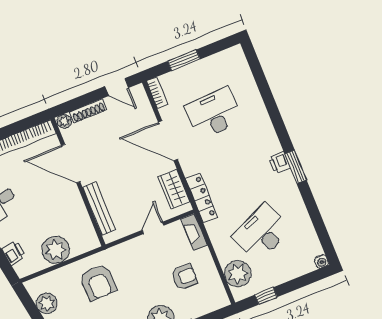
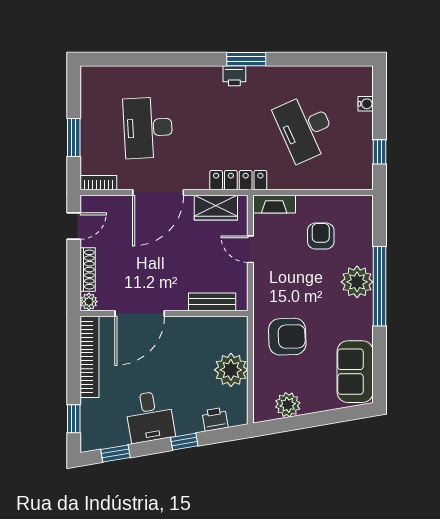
bench: (99, 208) -> (212, 302), width x0.73
water cooler: (321, 261) -> (366, 104), moved
plant: (238, 274) -> (341, 174), removed

